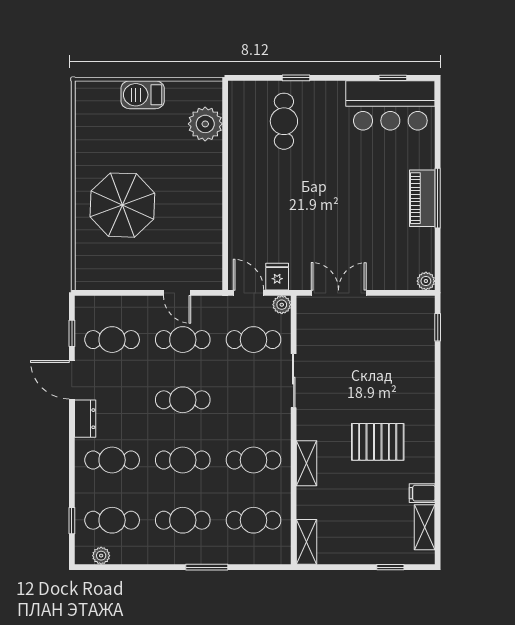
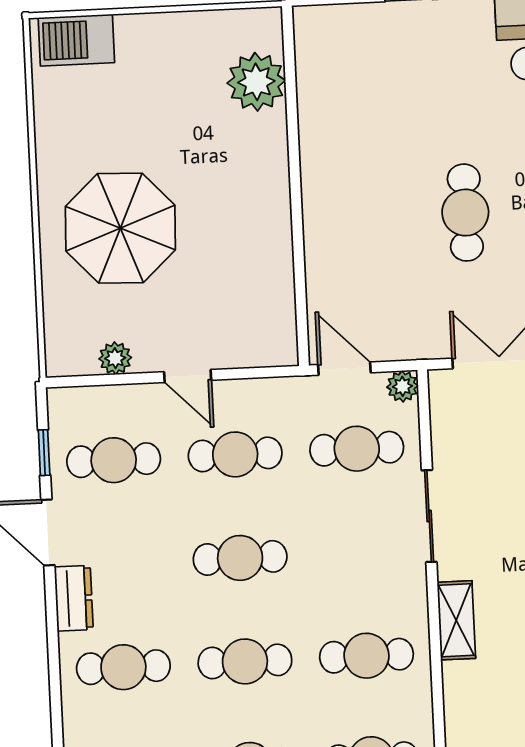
barbecue: (143, 95) -> (76, 40), moved
cafe table: (284, 121) -> (465, 213), moved
fridge: (277, 277) -> (392, 338), removed
plant: (116, 280) -> (115, 358), added
door: (177, 293) -> (188, 376), moved
shelving: (307, 463) -> (456, 620), moved

